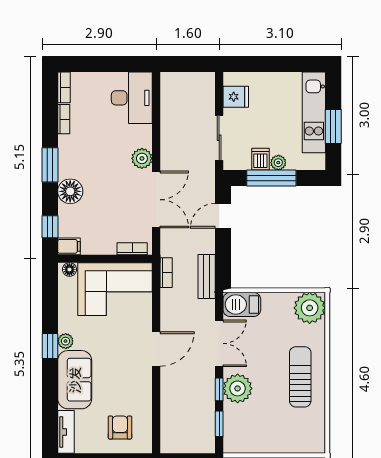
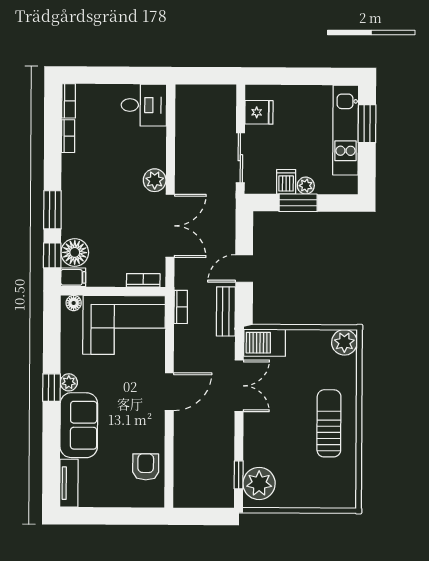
desk: (132, 98) -> (144, 105), width x0.73
window: (333, 126) -> (367, 124), moved
window: (50, 165) -> (52, 210), moved
window: (271, 178) -> (298, 203), width x0.69
floor lamp: (70, 191) -> (75, 252), moved
door: (223, 216) -> (244, 268), moved
plant: (310, 308) -> (344, 342), width x0.73, depth x0.73
plant: (238, 388) -> (259, 483), moved
window: (219, 389) -> (239, 437), removed
armchair: (120, 427) -> (146, 467), moved

